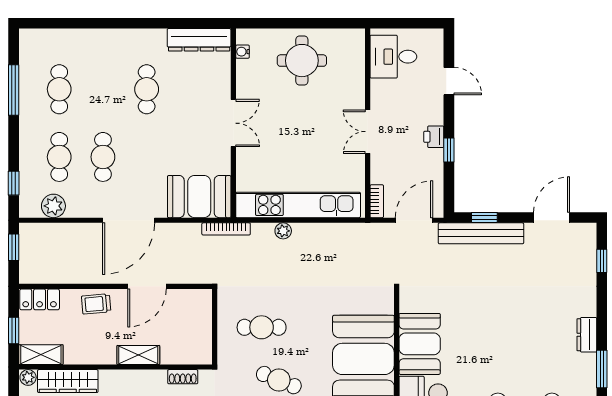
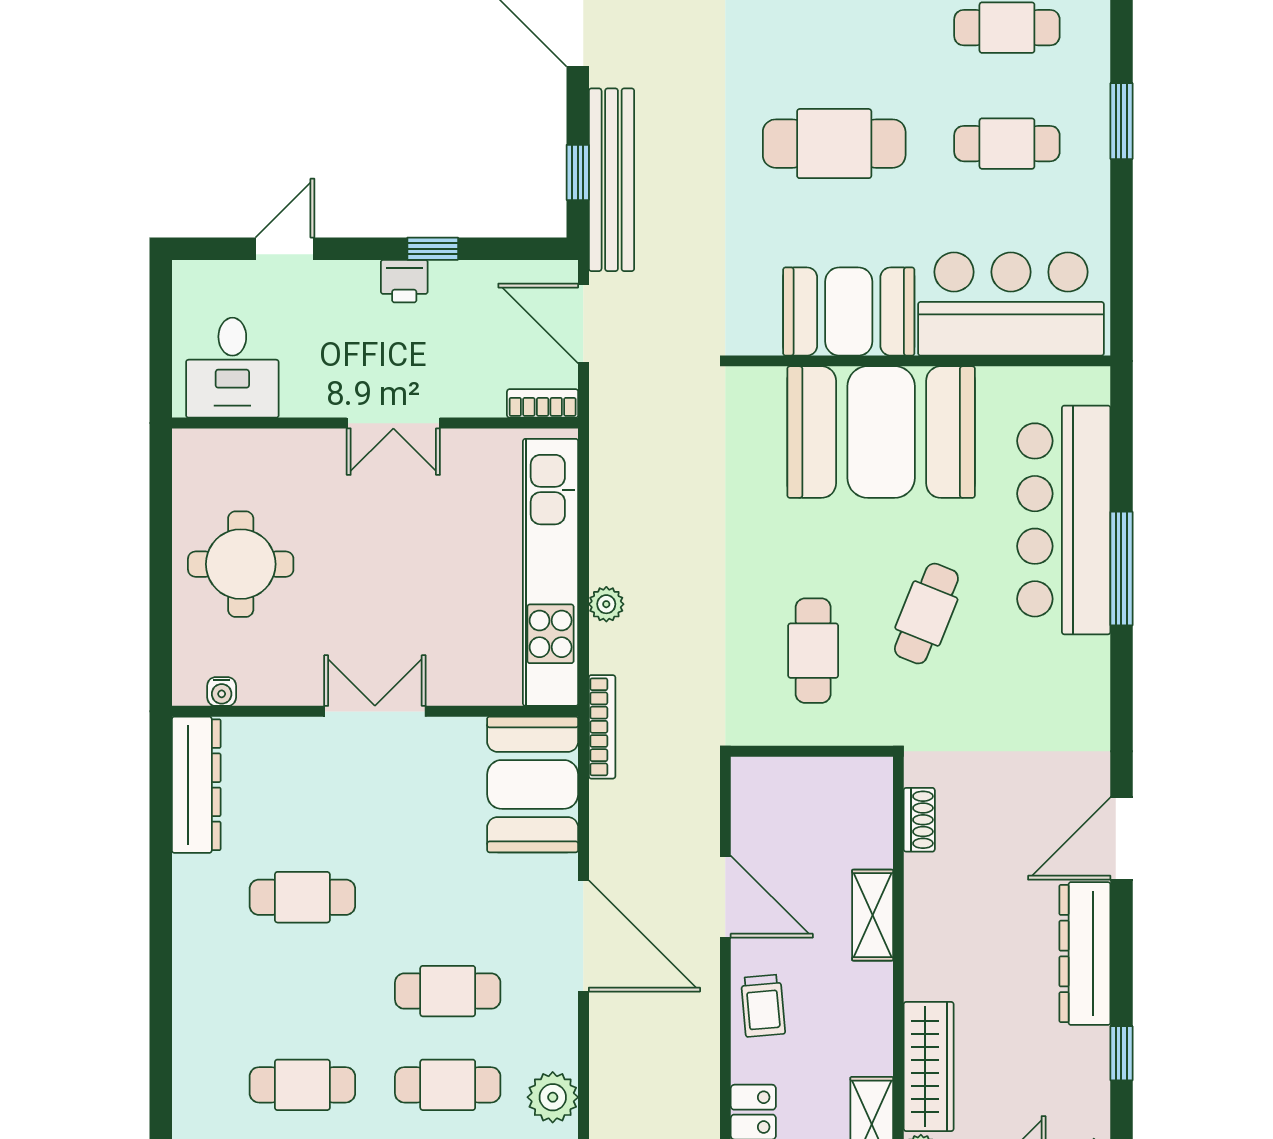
cafe table: (498, 337) -> (834, 144), added

